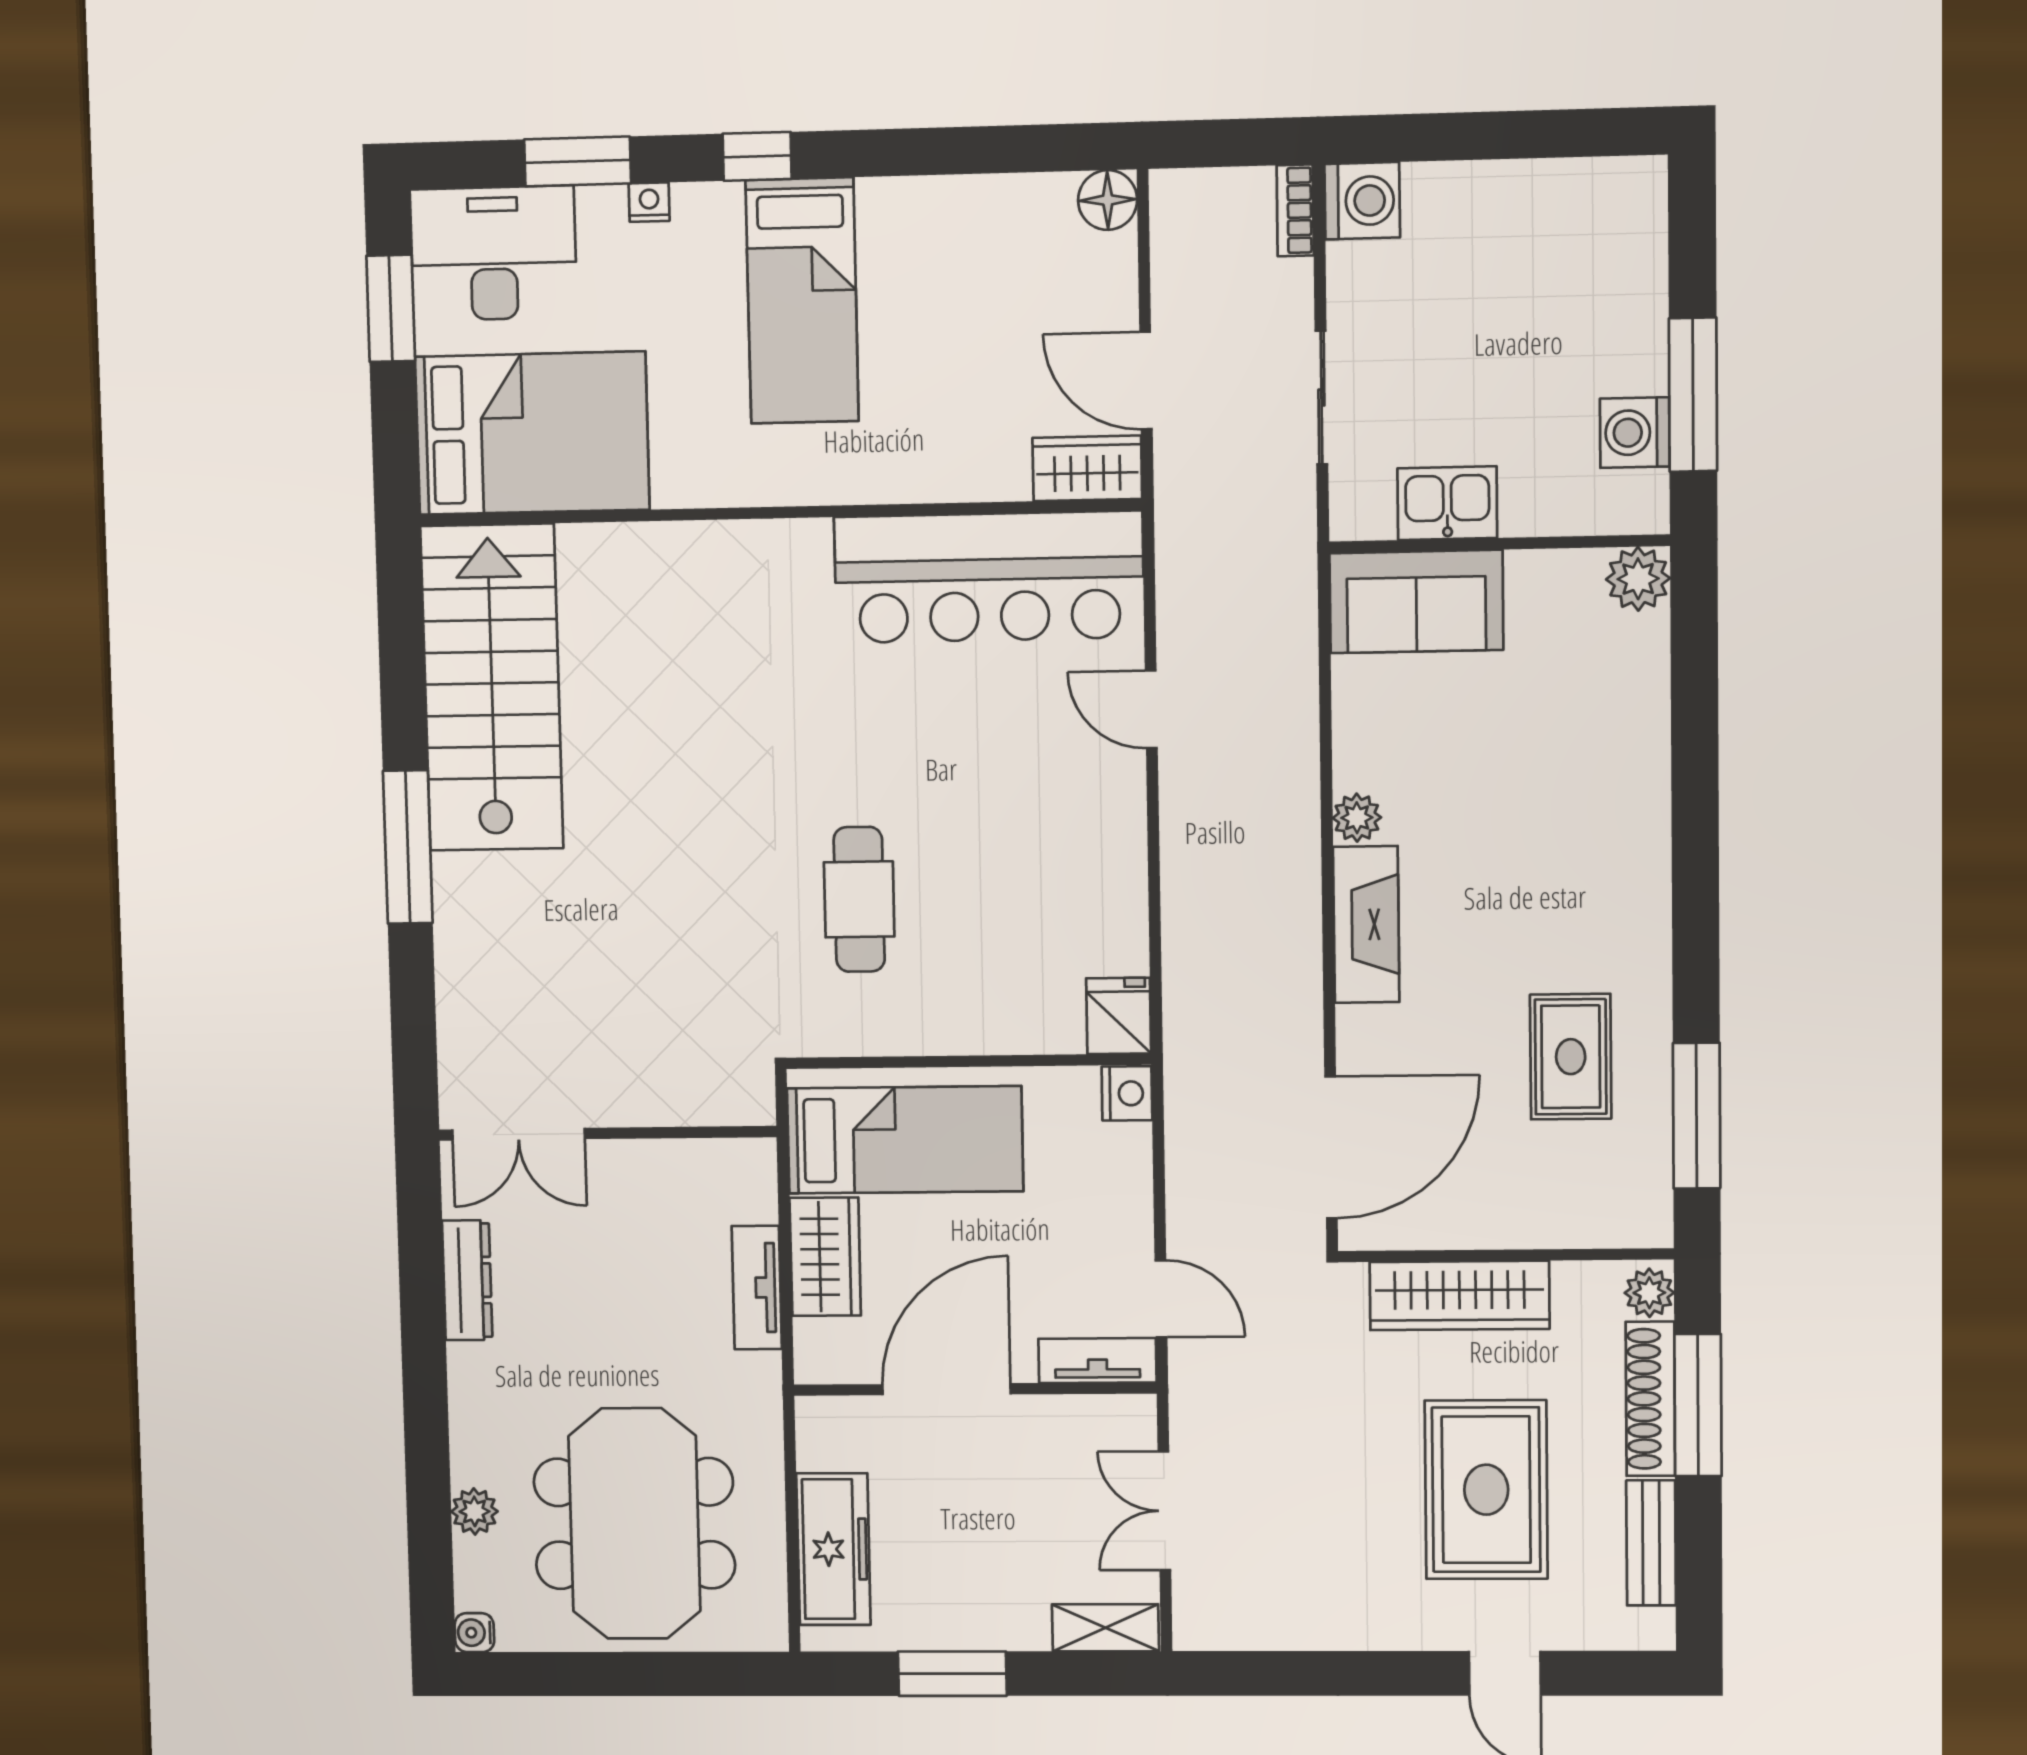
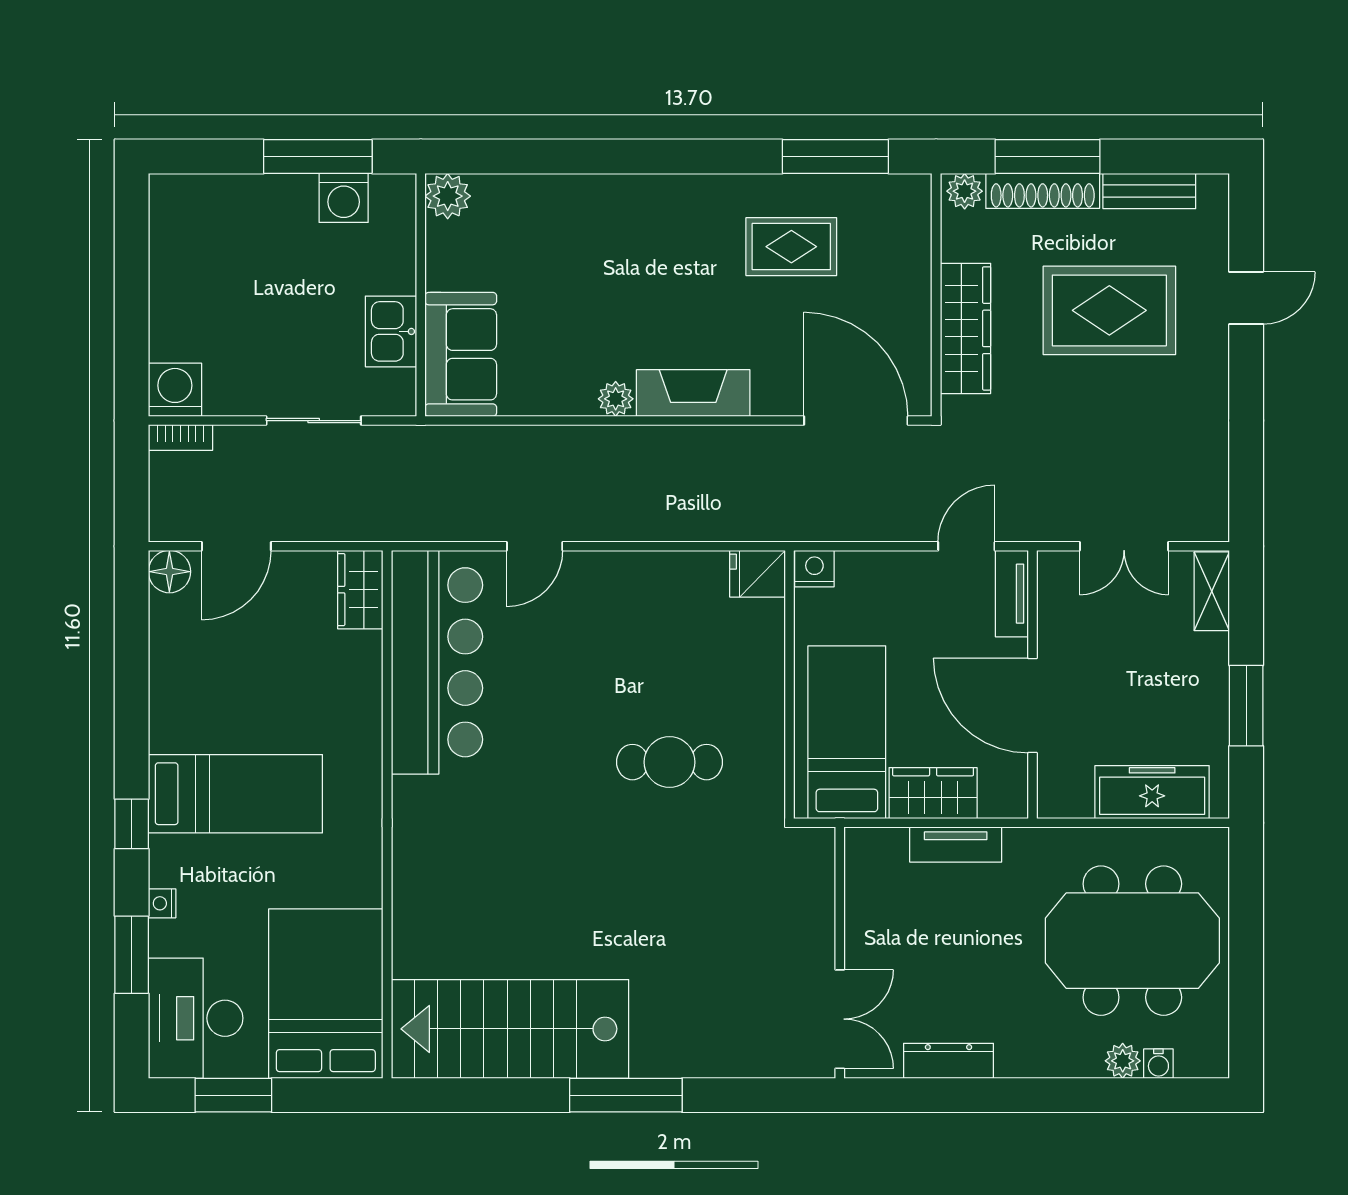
door: (1146, 380) -> (236, 546), moved
water cooler: (474, 1633) -> (1158, 1064), moved

